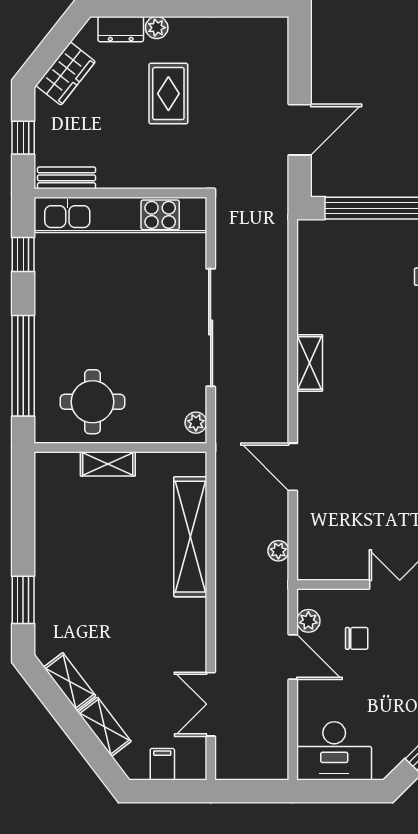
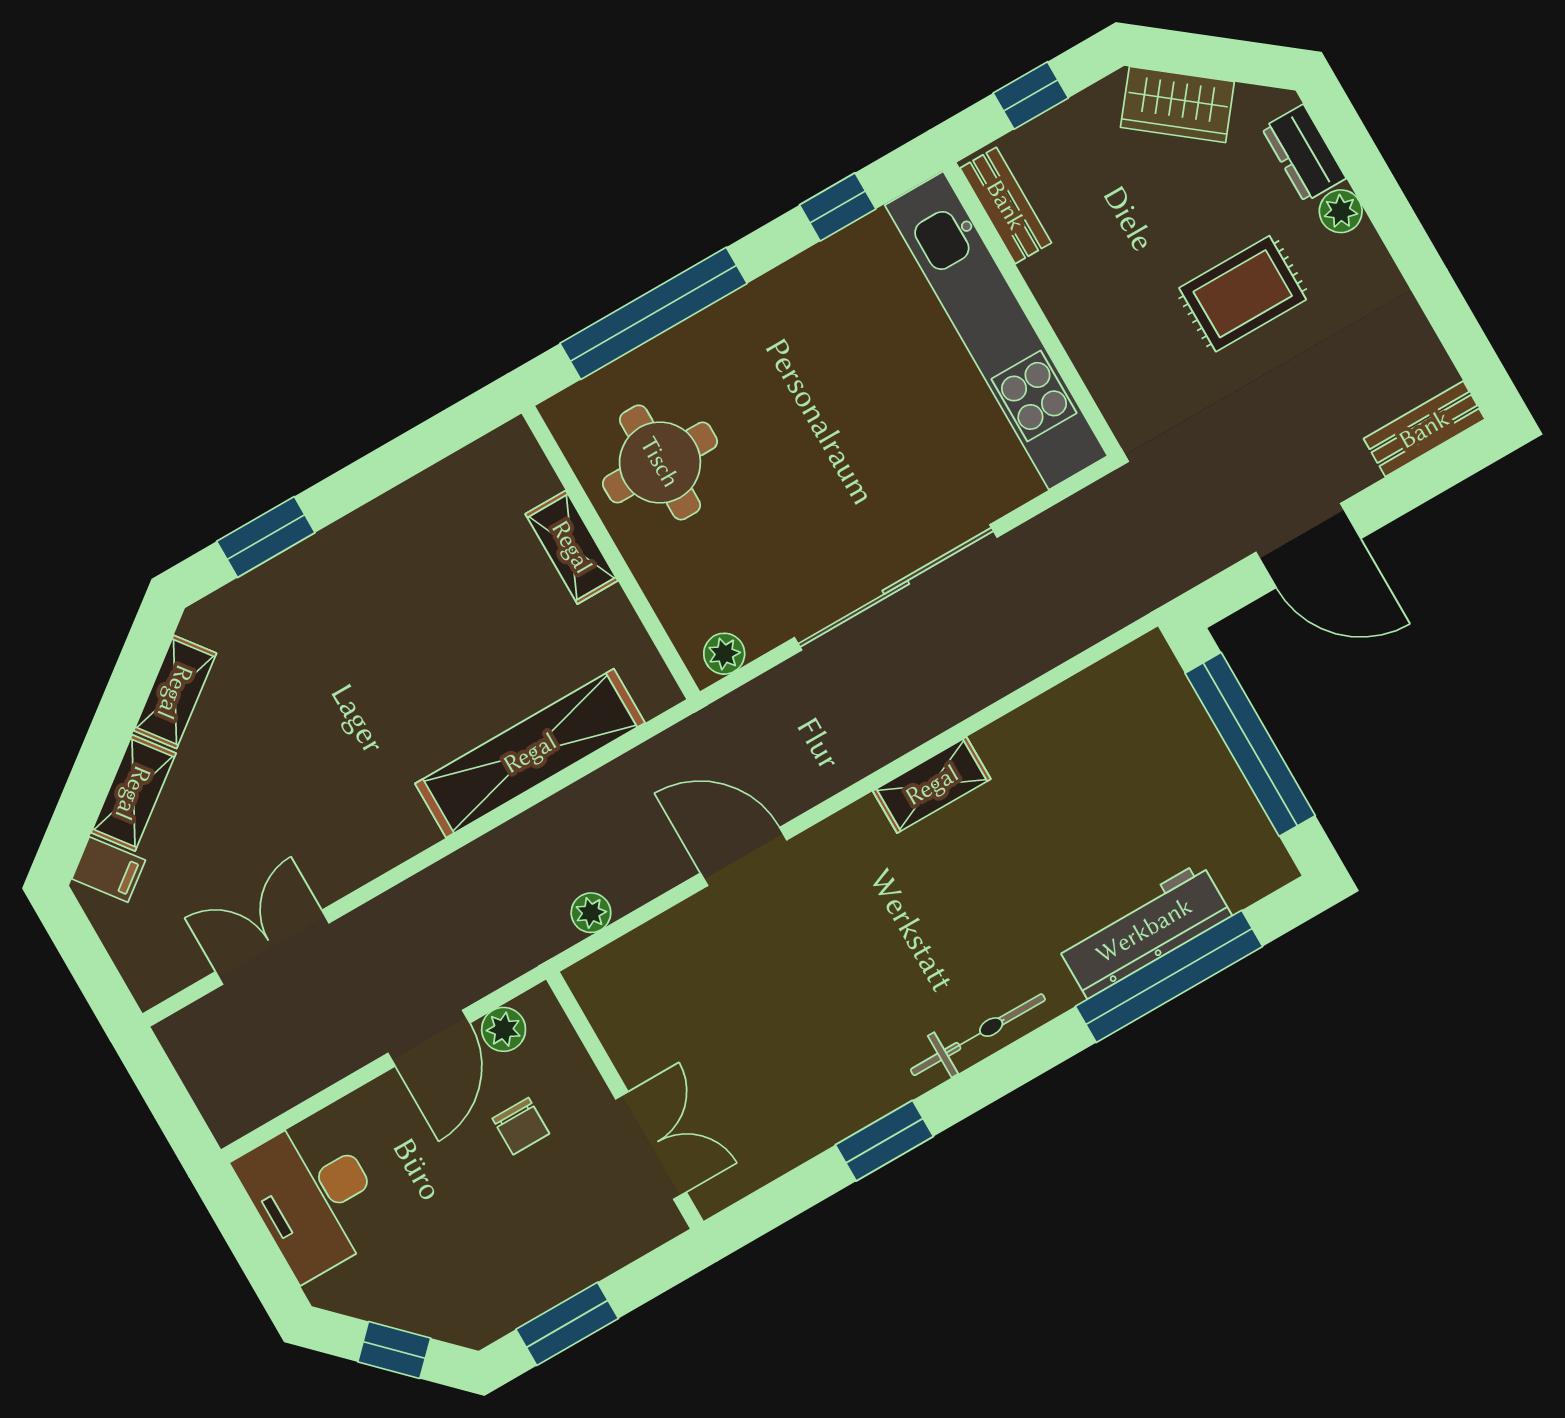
bench: (277, 47) -> (1424, 429), added
door: (293, 467) -> (744, 856), hinge flipped
filing cabinet: (162, 764) -> (109, 870), moved, turned 53

